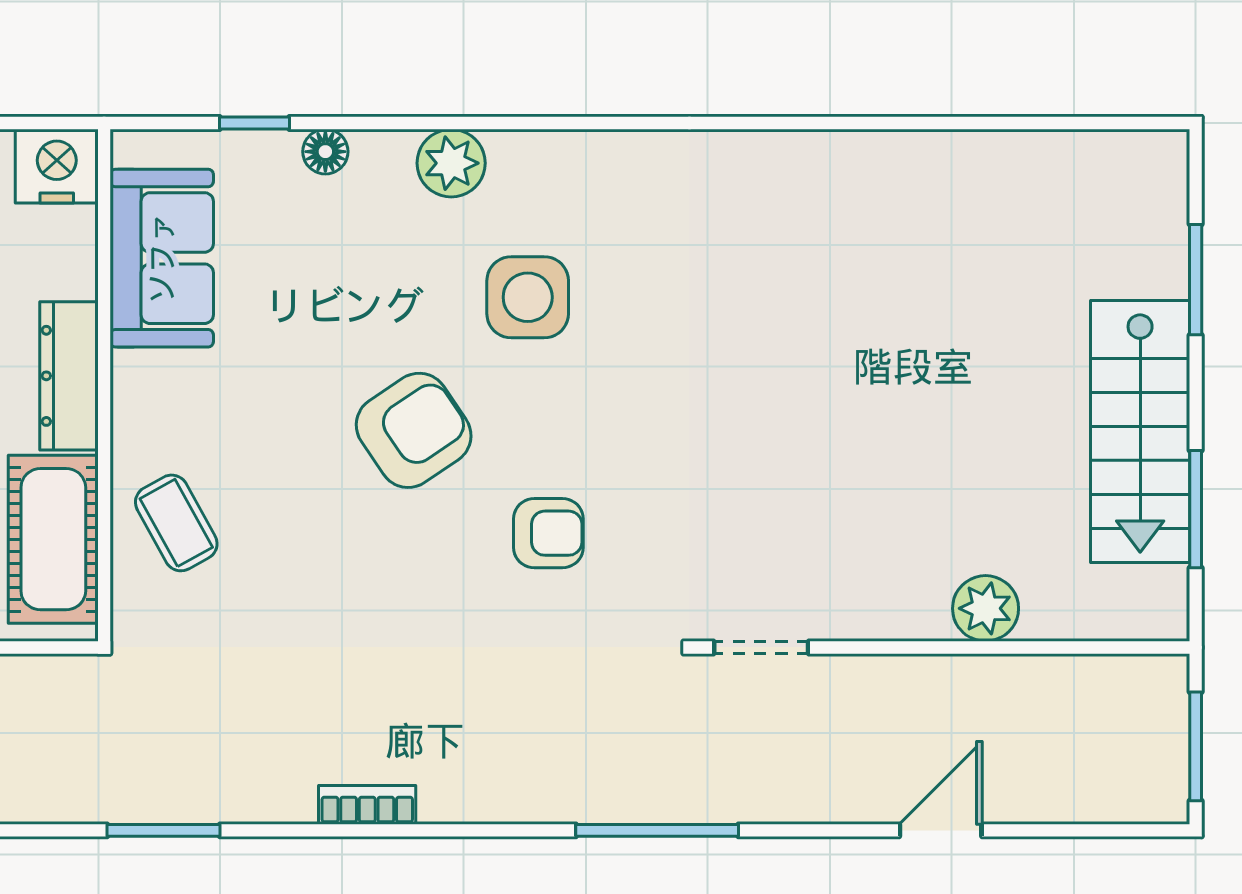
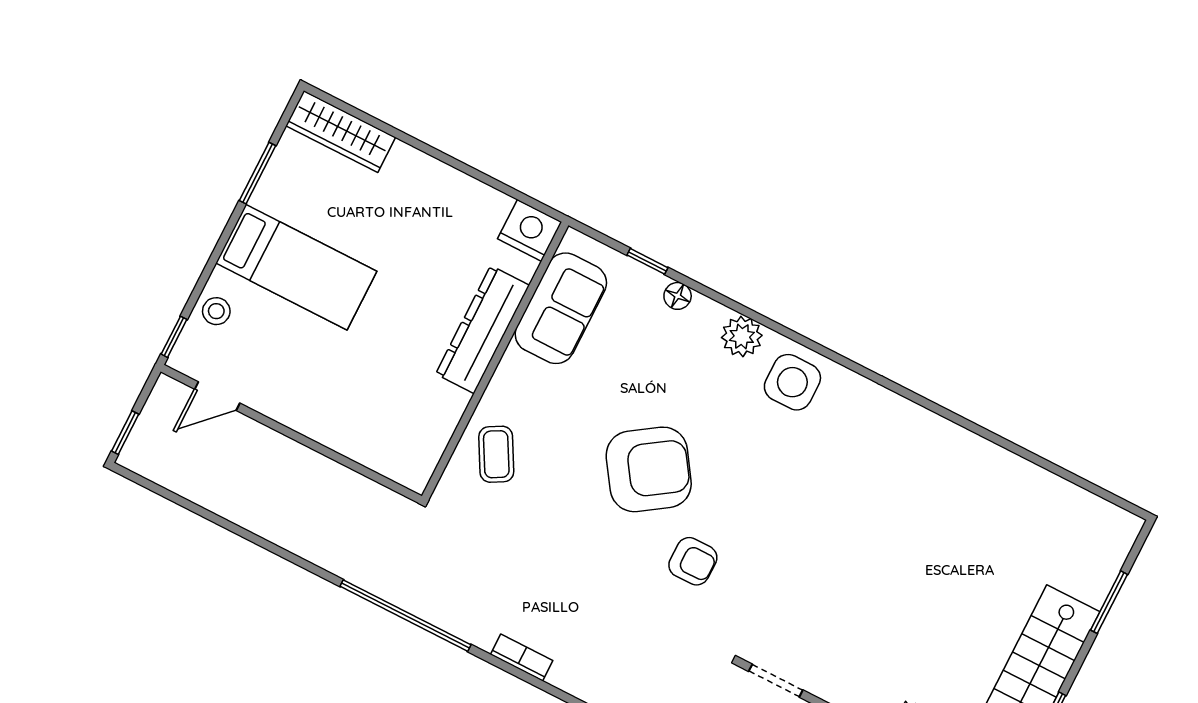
side table: (528, 297) -> (792, 382), moved
dresser: (69, 376) -> (483, 330), width x1.37, depth x1.24
armchair: (414, 430) -> (649, 469), width x1.36, depth x1.36
cot: (53, 539) -> (426, 429), removed
window: (164, 830) -> (406, 616), width x2.11

